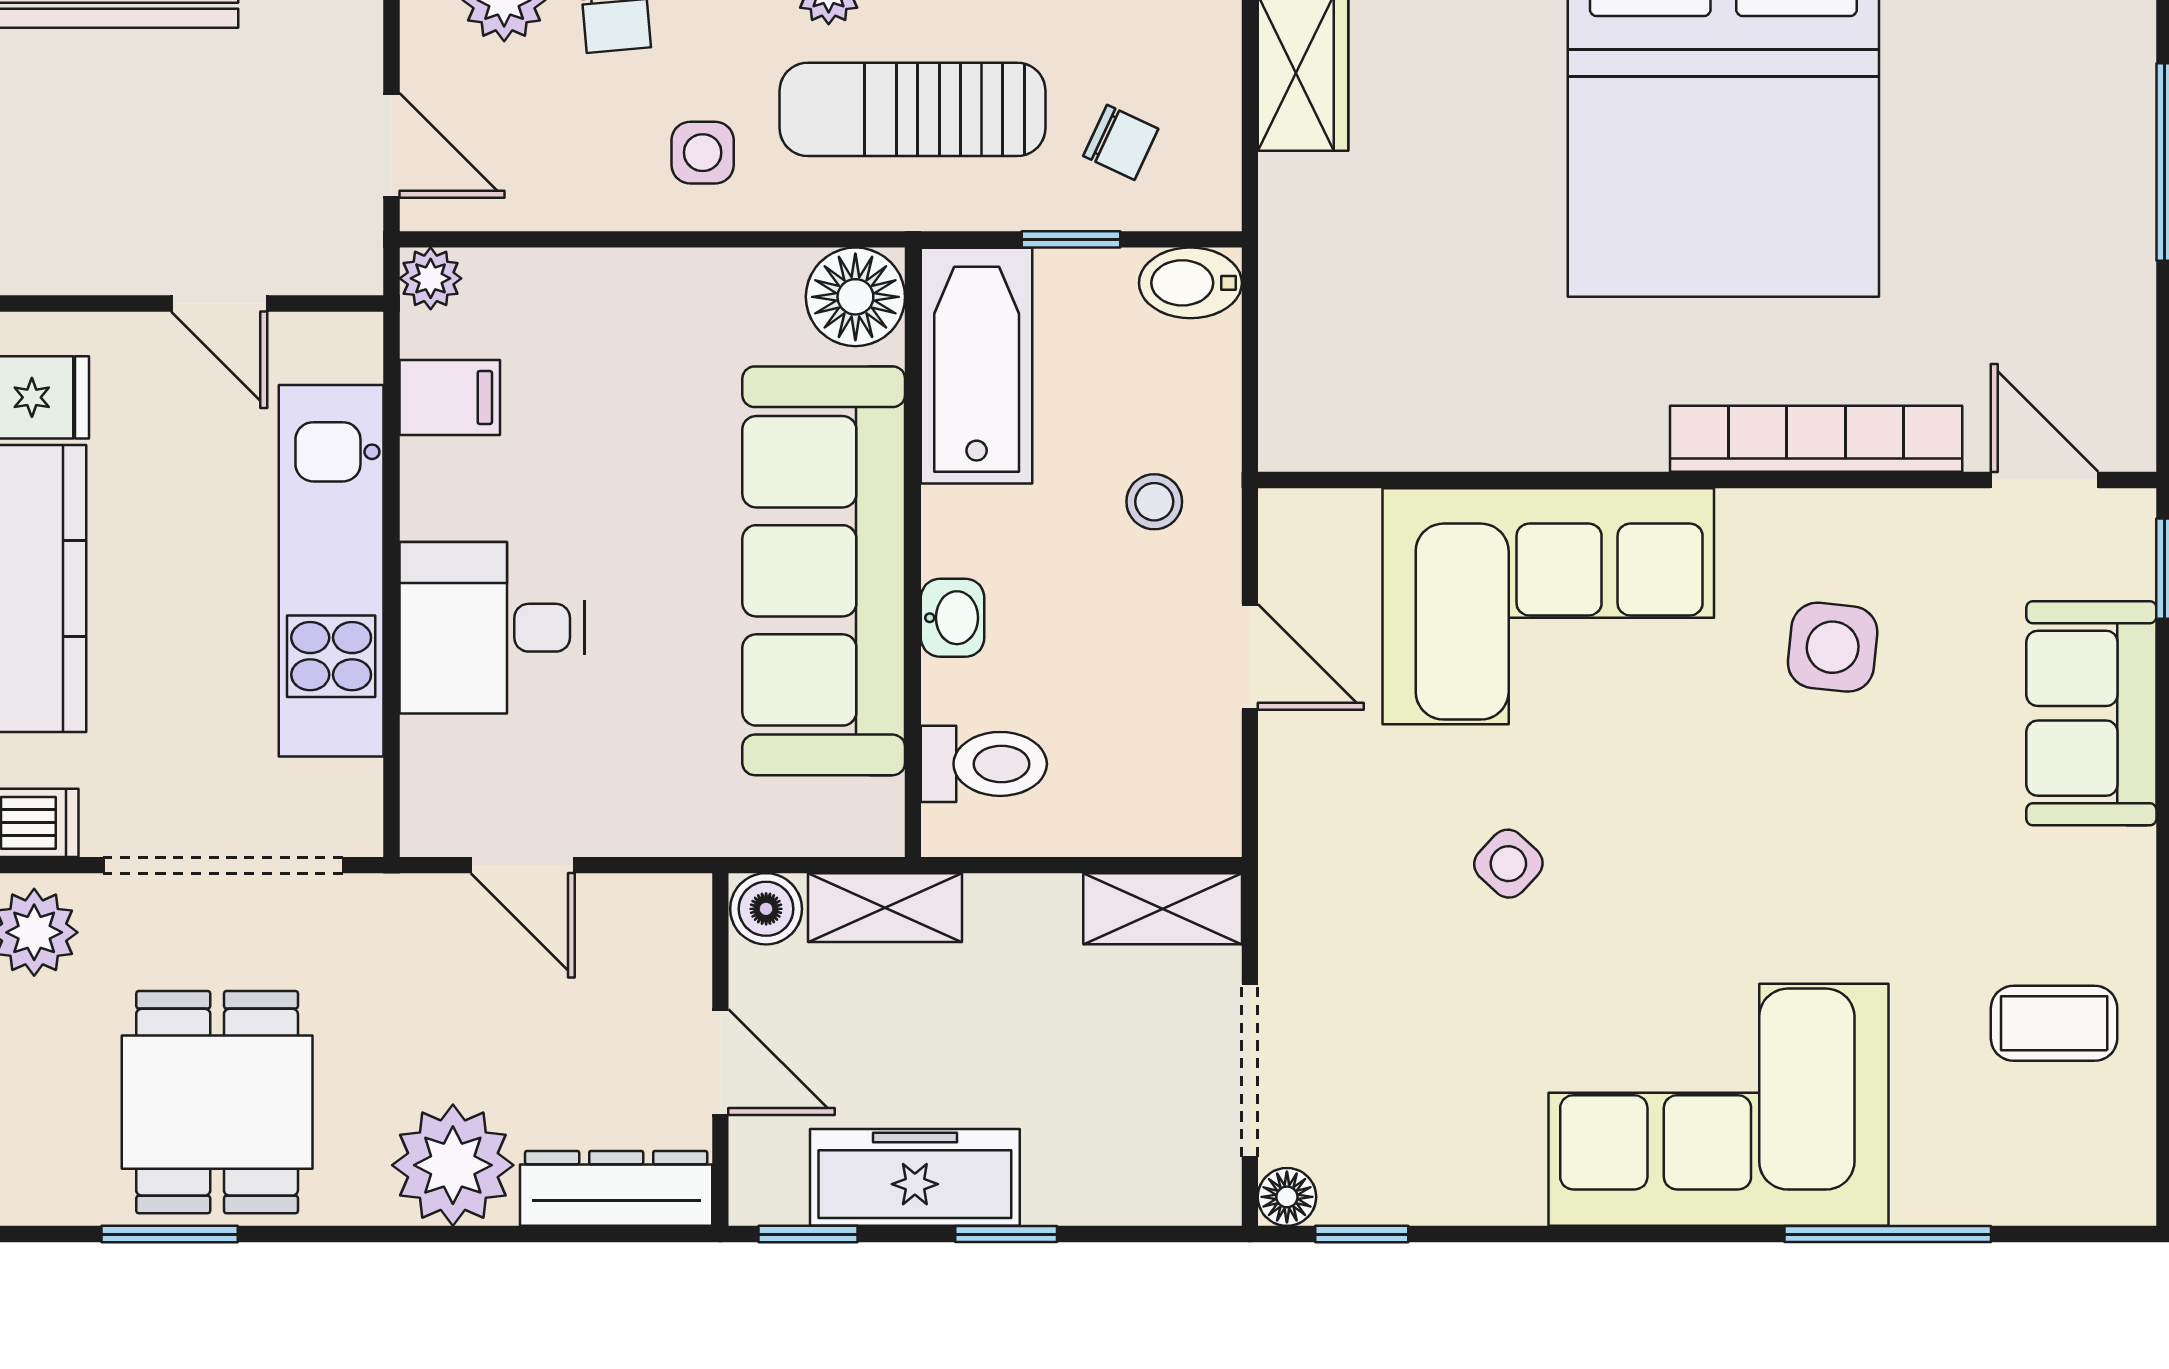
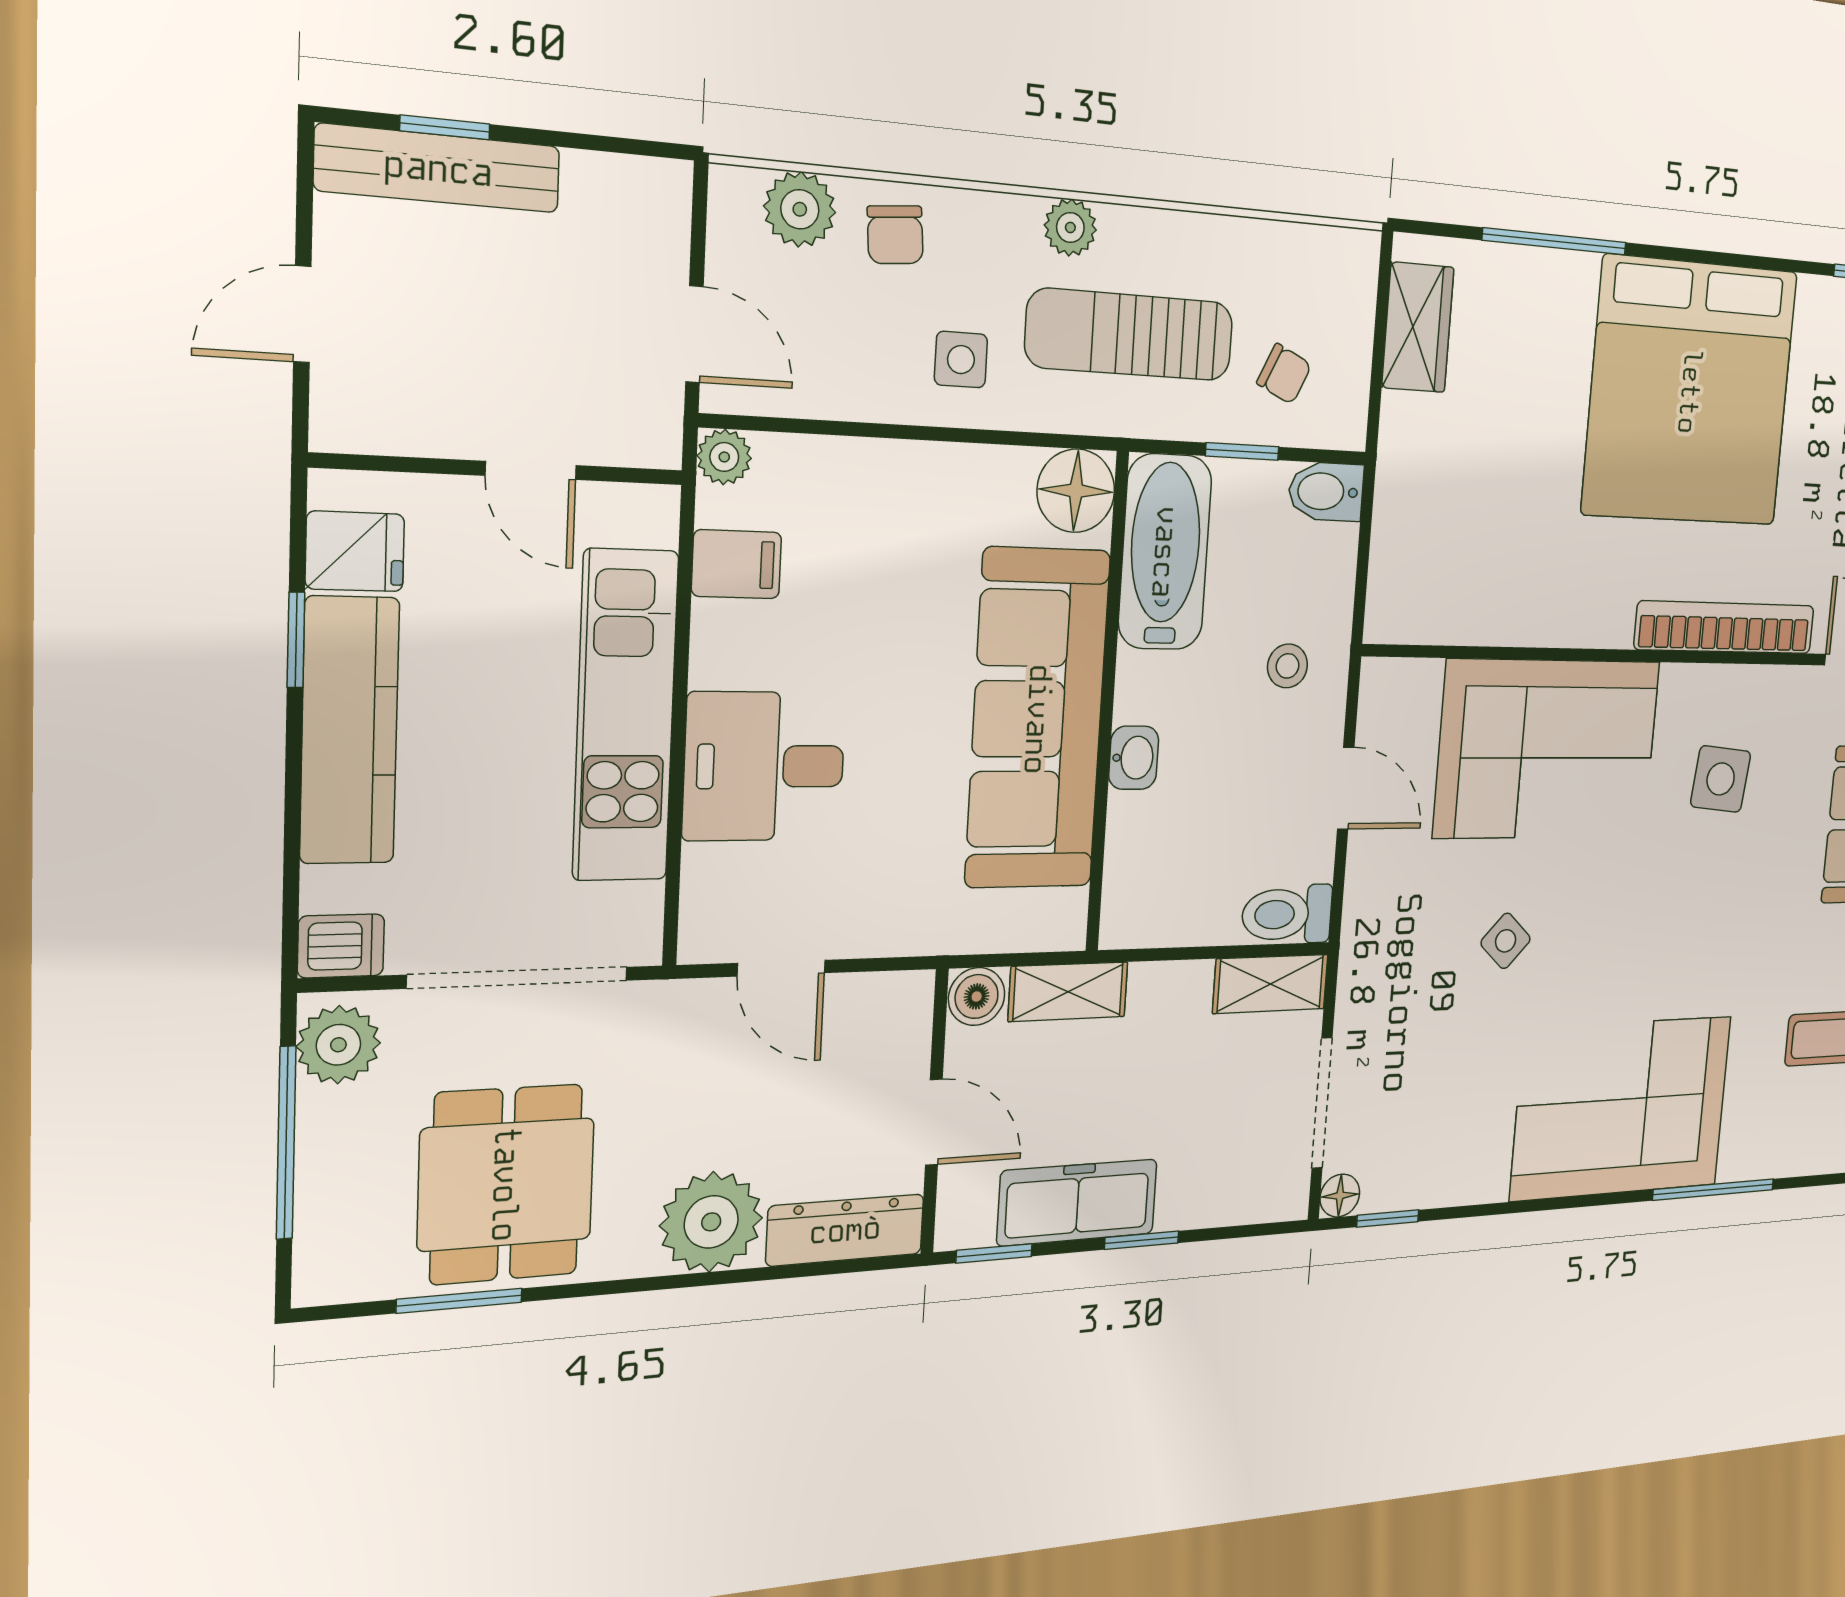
toilet: (984, 764) -> (1287, 914), moved, turned 180

